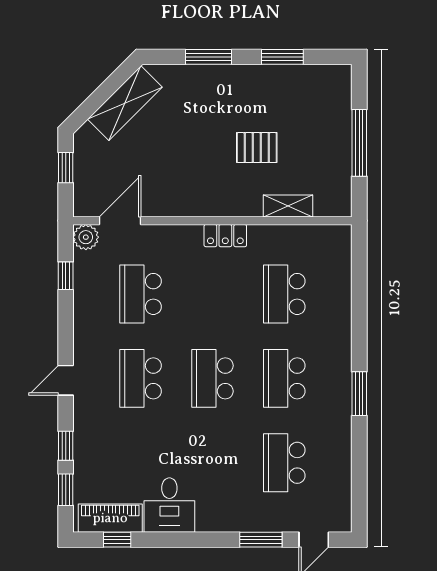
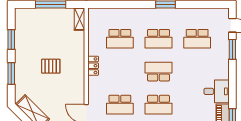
pallet: (257, 148) -> (51, 66), moved, turned 90
shelving: (288, 206) -> (80, 19), moved
school desk: (212, 378) -> (159, 72), turned 180

